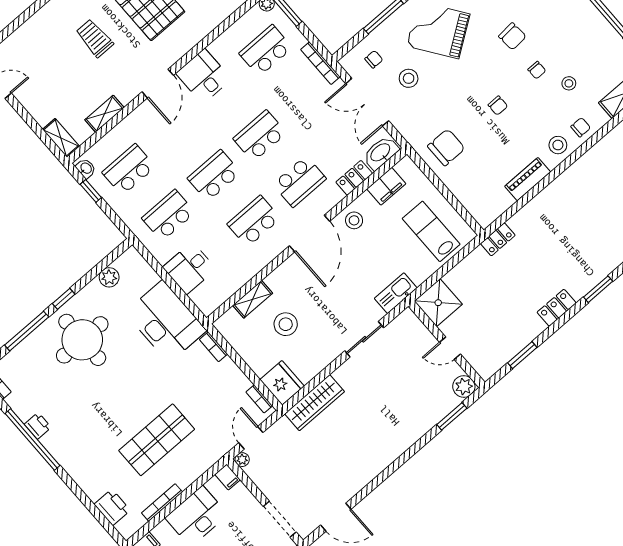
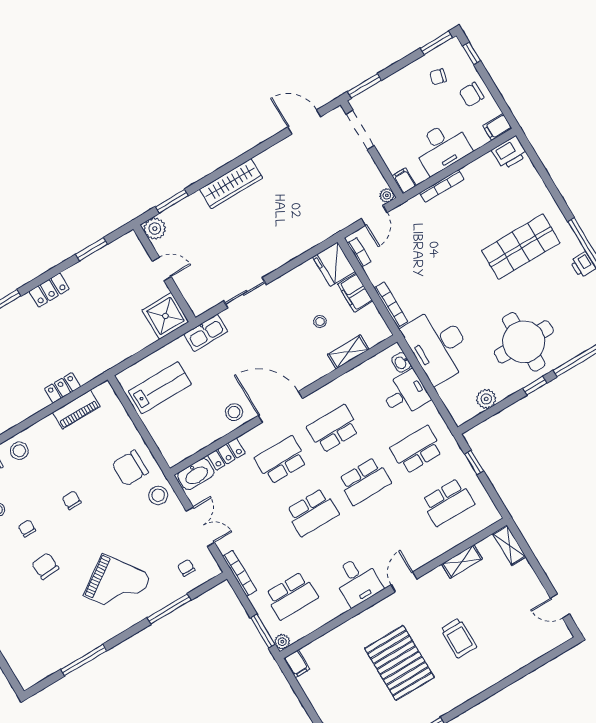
chair: (374, 59) -> (186, 568), turned 90
stool: (409, 78) -> (158, 495), moved
door: (158, 84) -> (404, 582), width x0.73
double door: (367, 102) -> (200, 527), width x0.73
washbasin: (86, 168) -> (401, 362), moved
piano: (528, 179) -> (76, 410), moved
filing cabinet: (386, 186) -> (355, 293), moved, turned -90
window: (91, 191) -> (474, 463), moved
school desk: (168, 215) -> (417, 450), turned 180
school desk: (254, 221) -> (333, 429), turned 180
lab bench: (431, 231) -> (160, 388), turned -90
door: (310, 233) -> (280, 407), hinge flipped
locker: (498, 239) -> (63, 388), moved
stool: (286, 324) -> (320, 322), width x0.53, depth x0.53
bookcase: (213, 347) -> (391, 305), width x1.56
wardrobe: (314, 403) -> (231, 184), moved, turned 180
shop shelf: (157, 440) -> (521, 247), moved
bookcase: (162, 502) -> (442, 186), moved
printer: (112, 507) -> (510, 153), moved, turned -90

